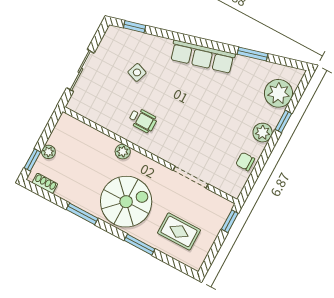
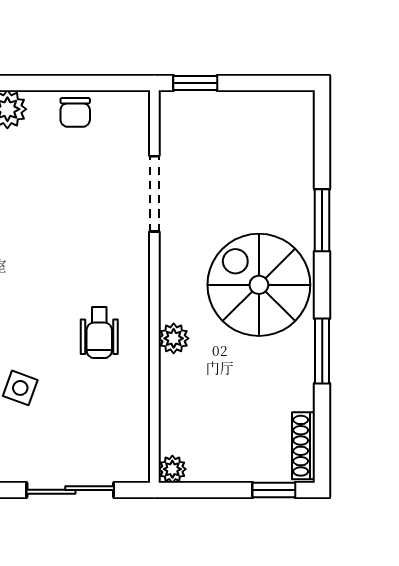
wheelchair: (143, 120) -> (99, 333), turned 180
plant: (48, 152) -> (172, 469), moved
shoe rack: (45, 183) -> (303, 446), width x1.43
rug: (179, 231) -> (261, 163), removed

